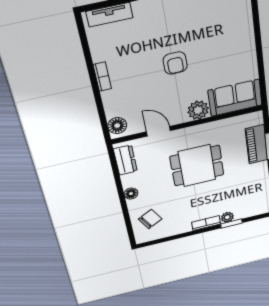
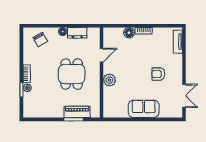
armchair: (175, 63) -> (158, 74), moved
sofa: (235, 98) -> (144, 109), moved, turned -90
floor lamp: (117, 126) -> (129, 33), moved
dresser: (125, 160) -> (77, 33), moved

